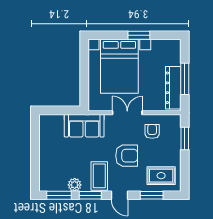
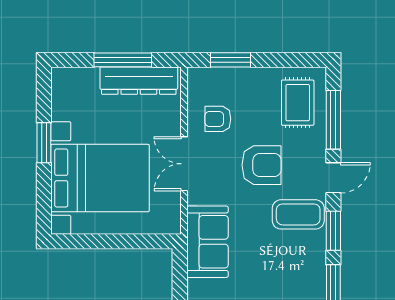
armchair: (127, 156) -> (262, 165), turned 90
plant: (75, 185) -> (314, 259), removed
window: (152, 195) -> (333, 120), width x1.44

